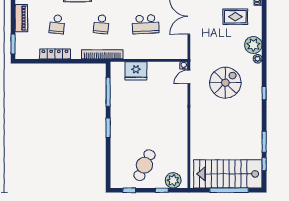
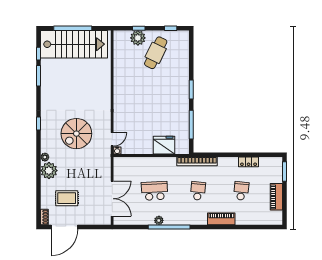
locker: (55, 54) -> (249, 162), width x0.66
plant: (173, 180) -> (138, 38), moved

